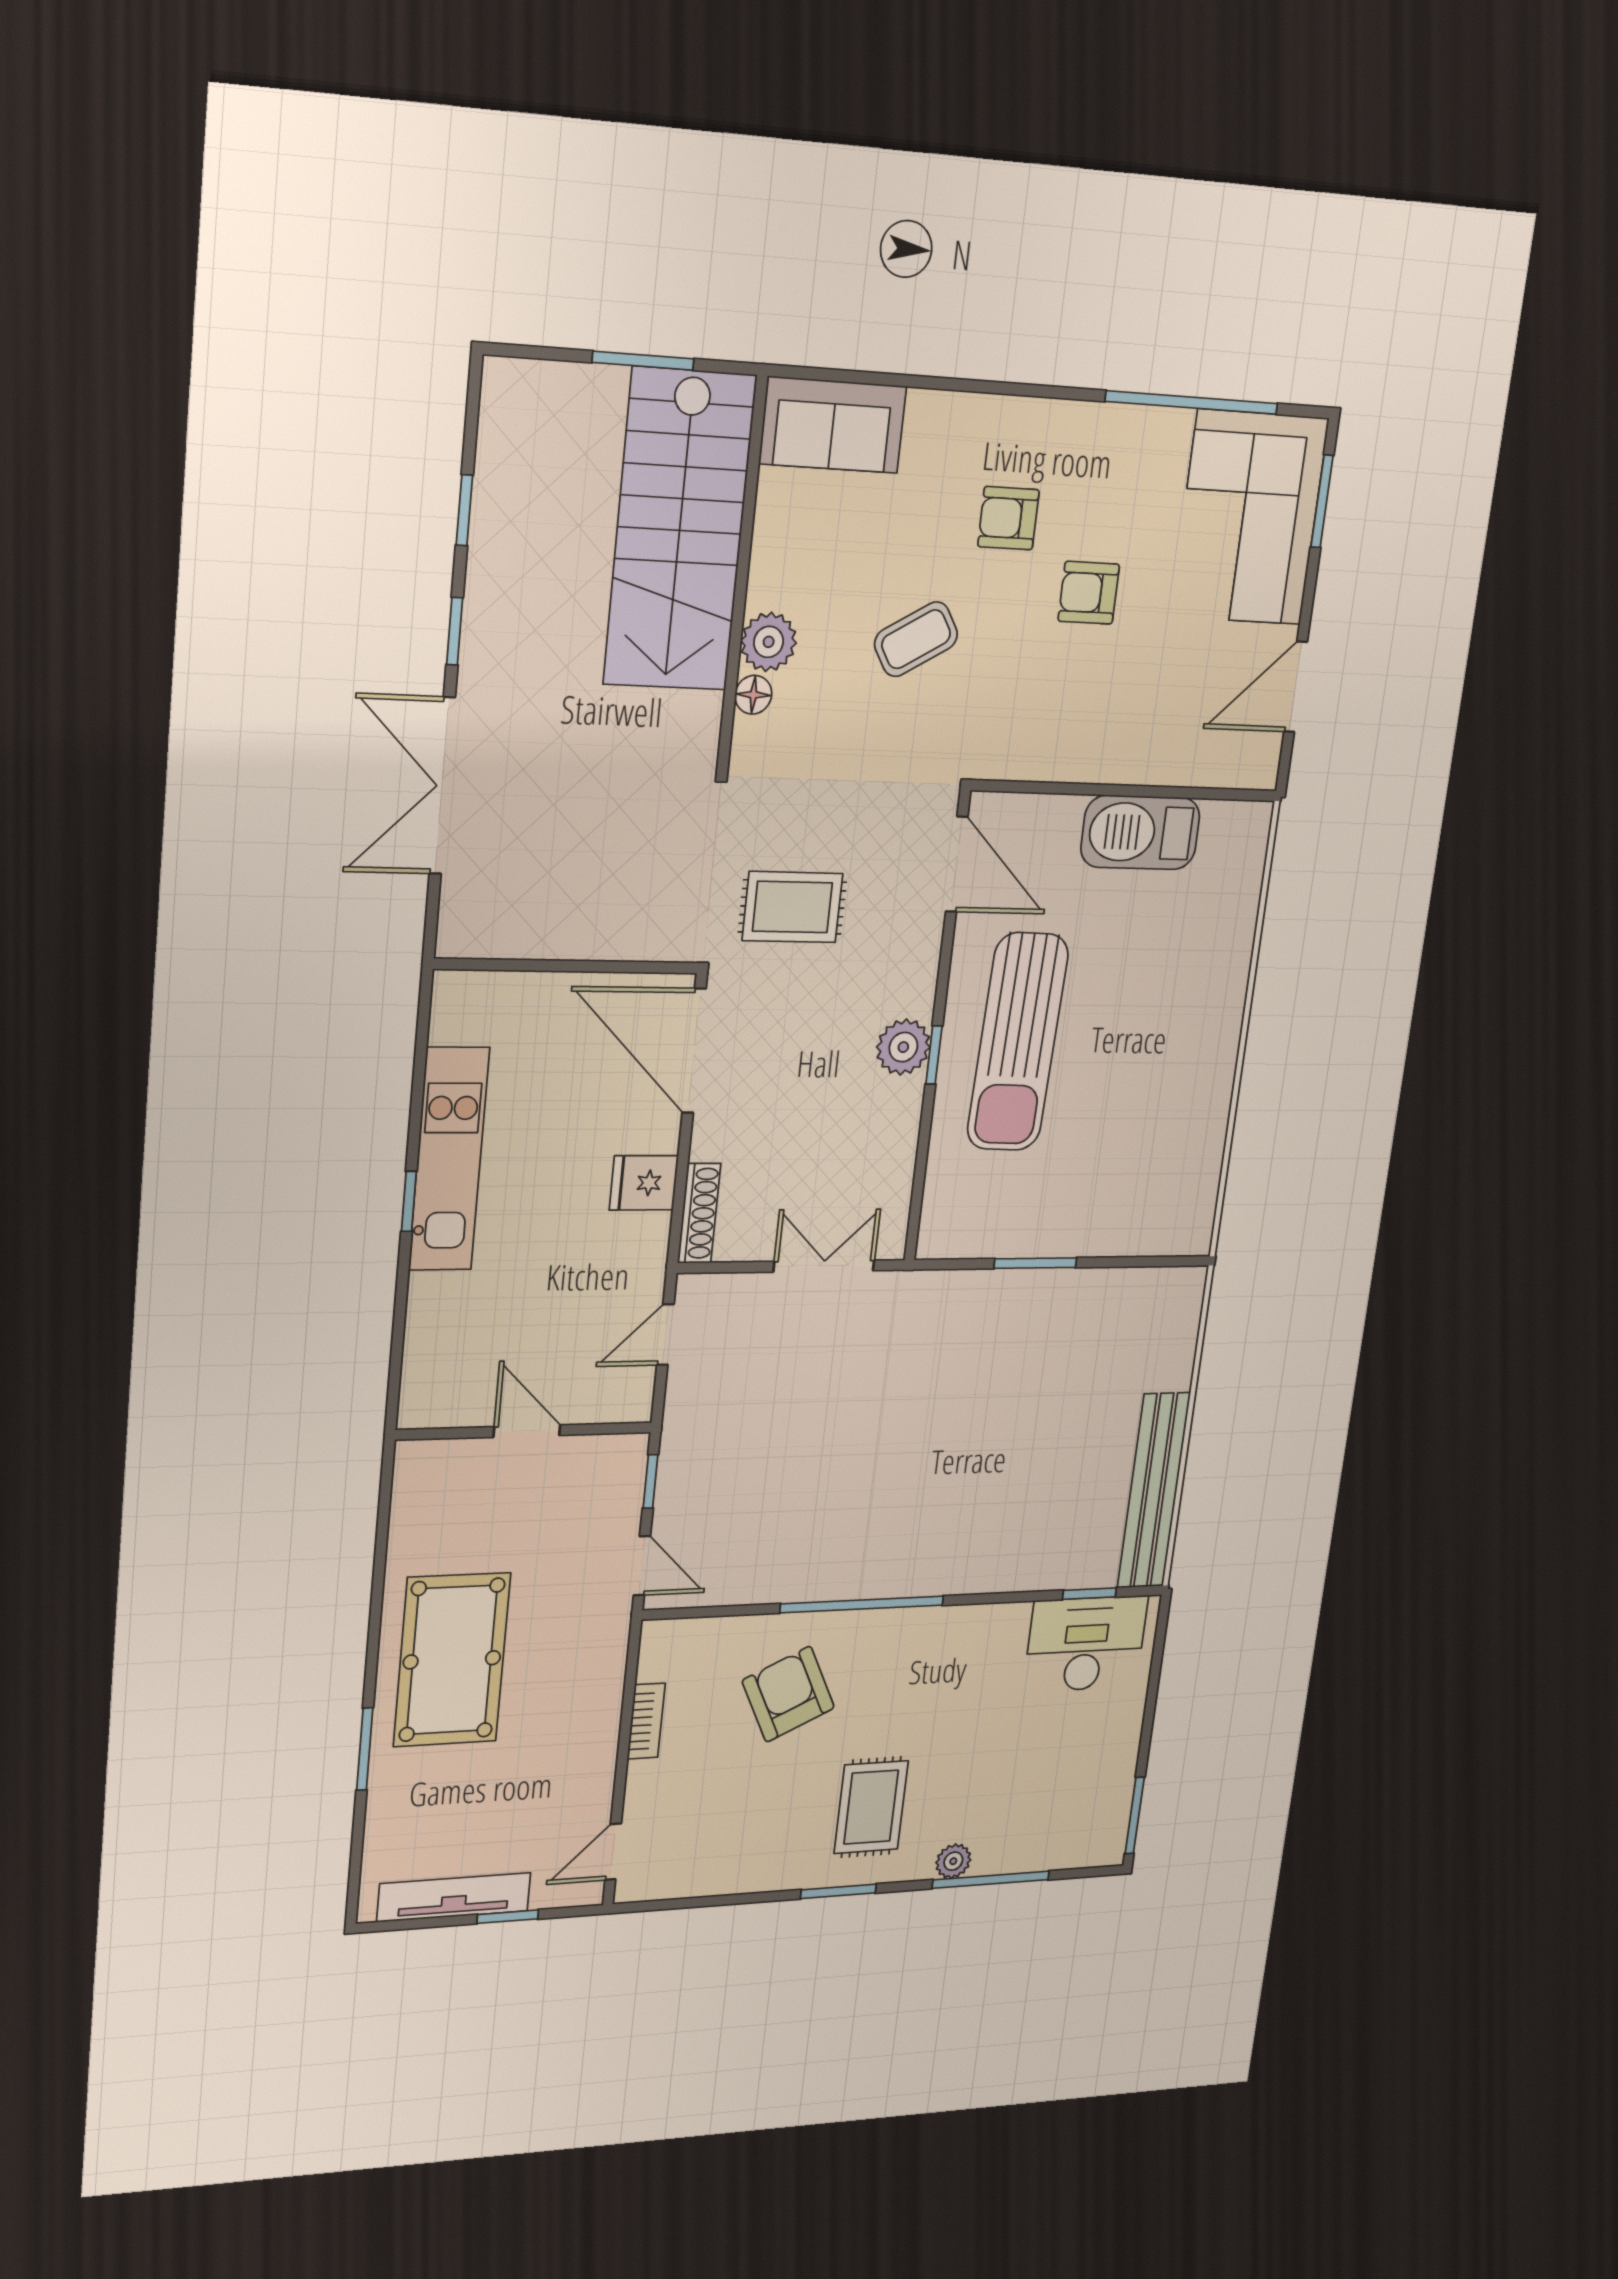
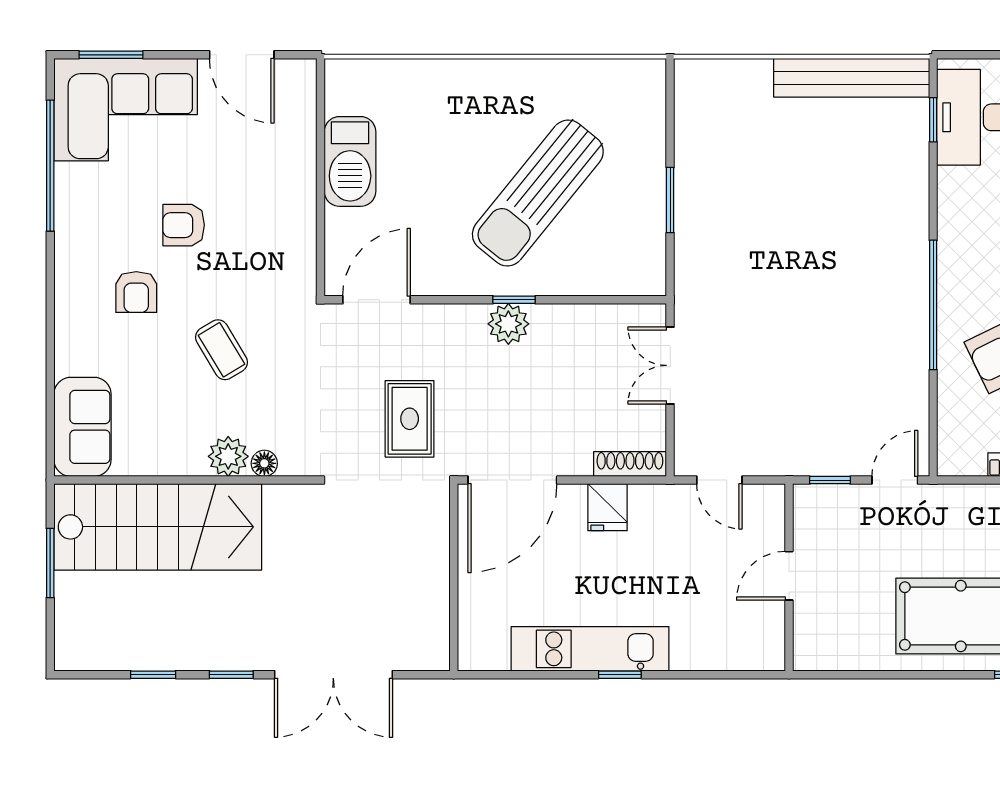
armchair: (1089, 593) -> (184, 225), turned 90
sun lounger: (1018, 1042) -> (538, 193), moved, turned 127

